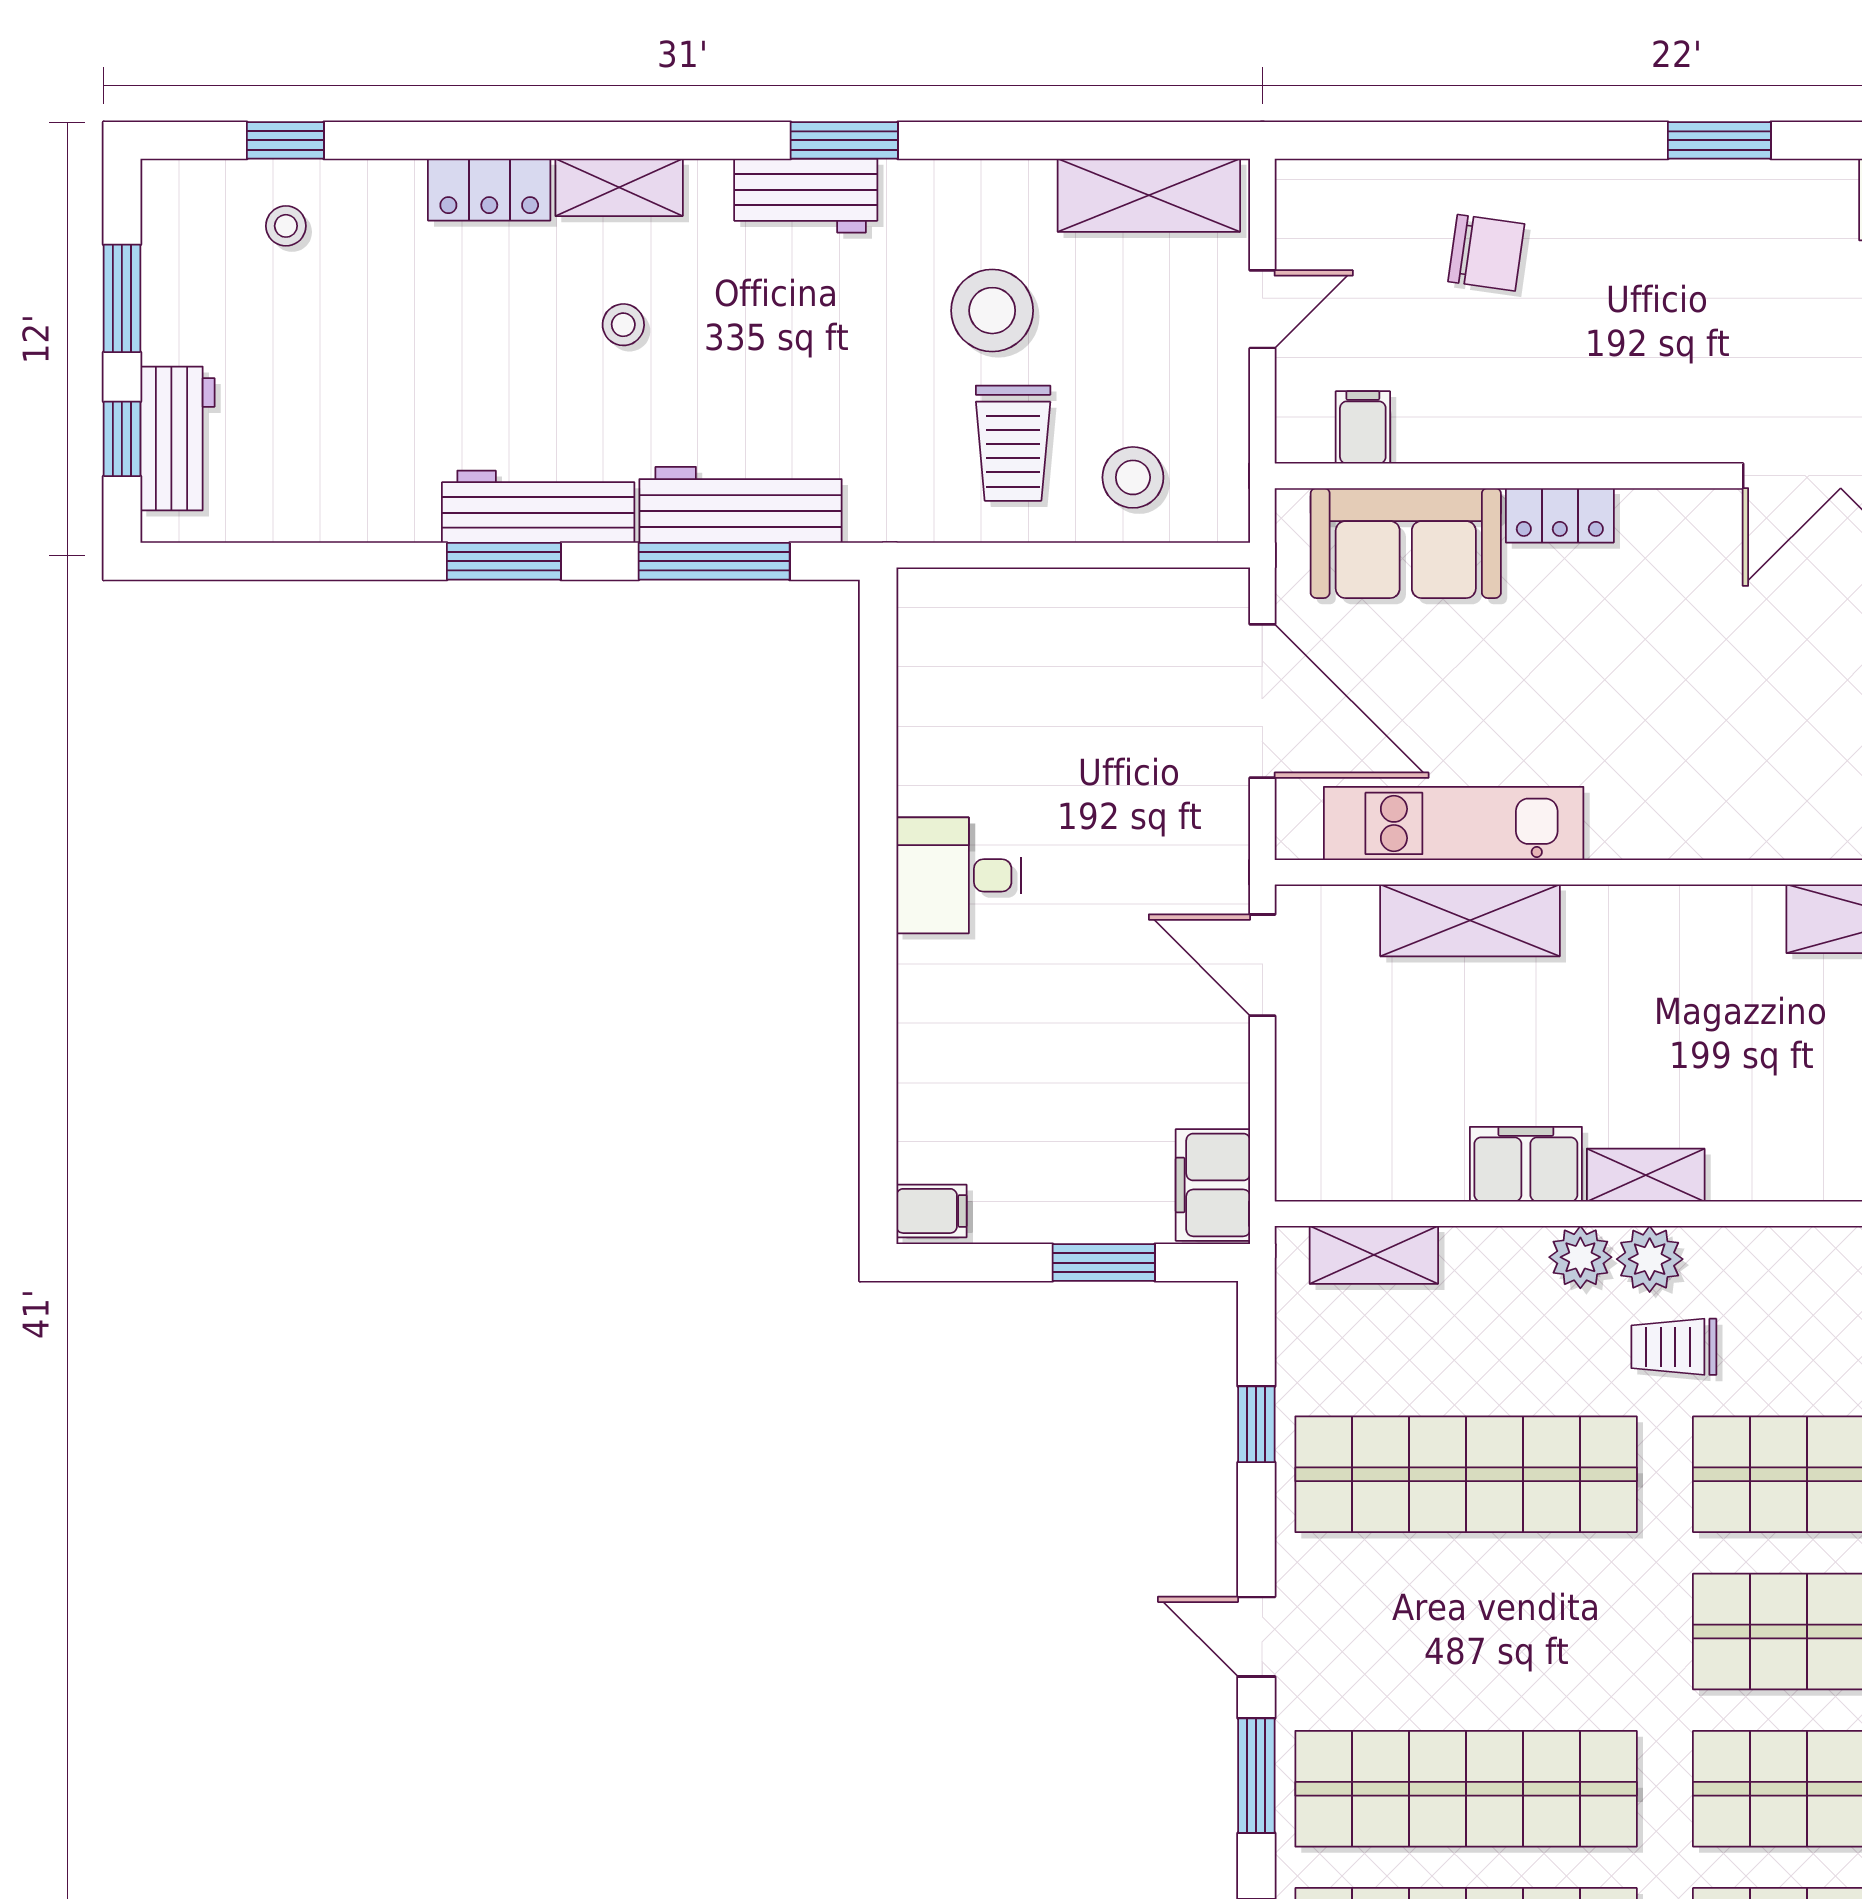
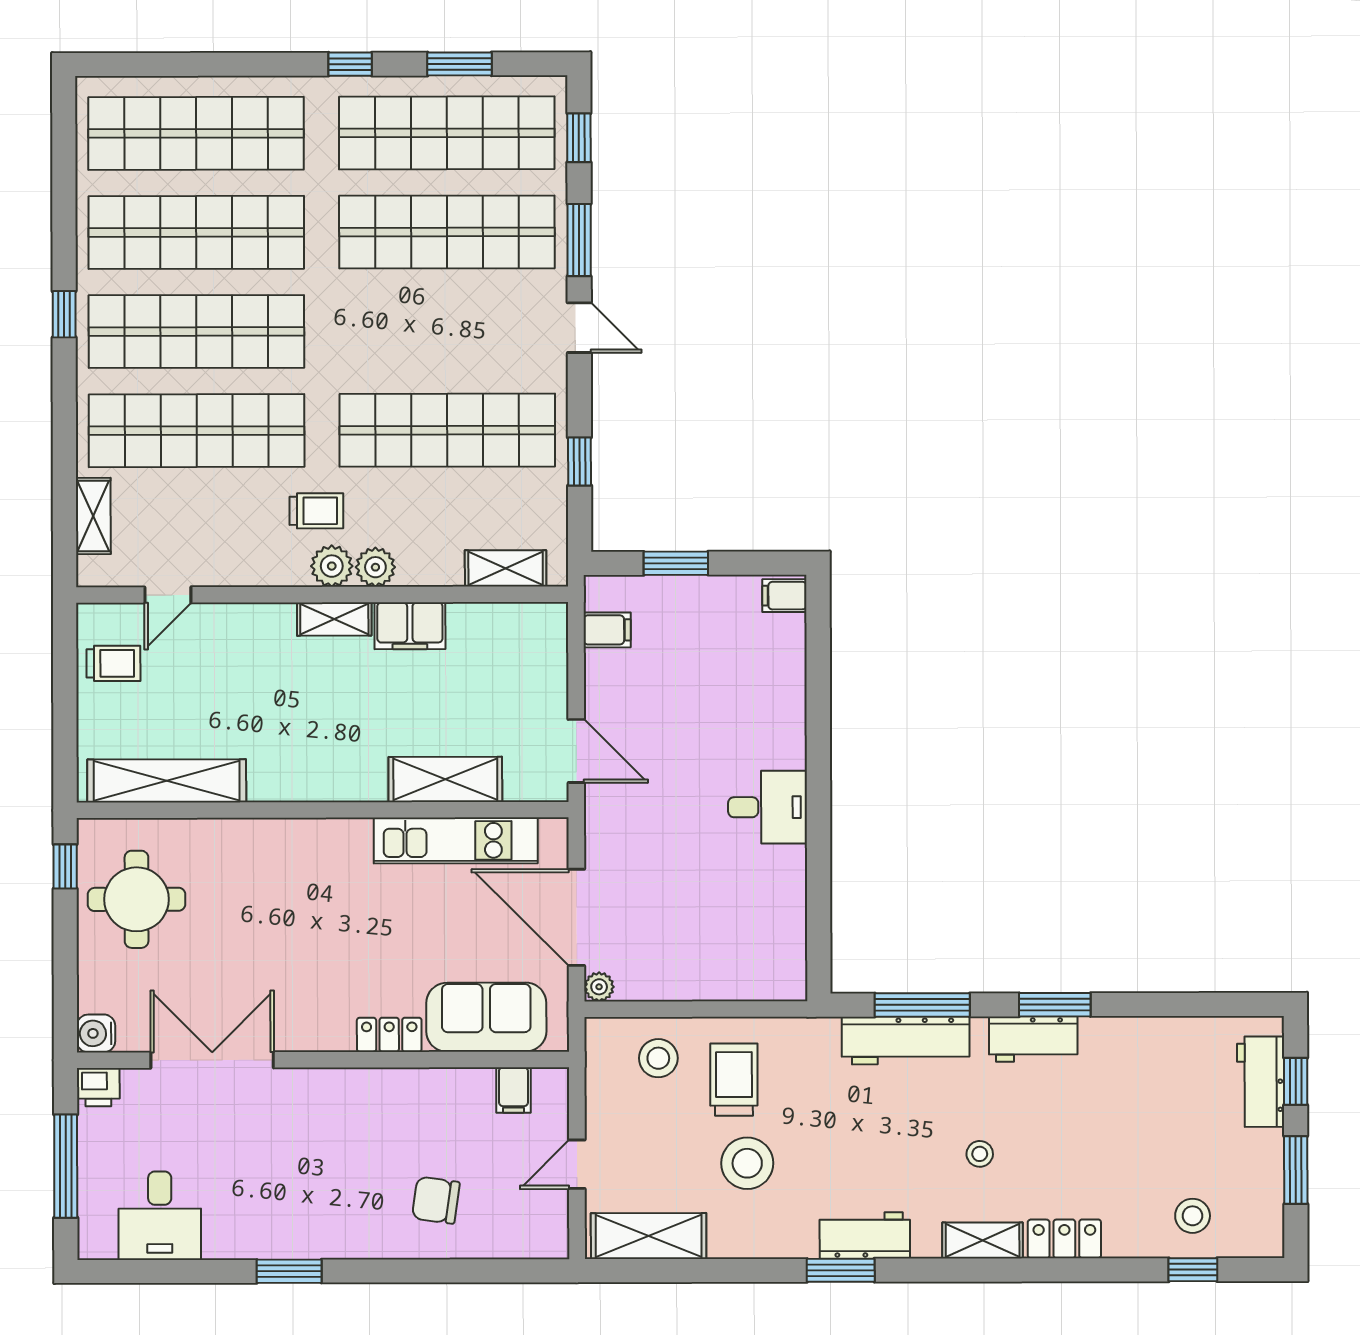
stool: (286, 226) -> (1193, 1216), width x1.37, depth x1.37
workbench: (538, 507) -> (1033, 1039), width x0.73
plant: (1227, 591) -> (599, 987), added
filing cabinet: (1213, 1185) -> (607, 630), width x0.50

